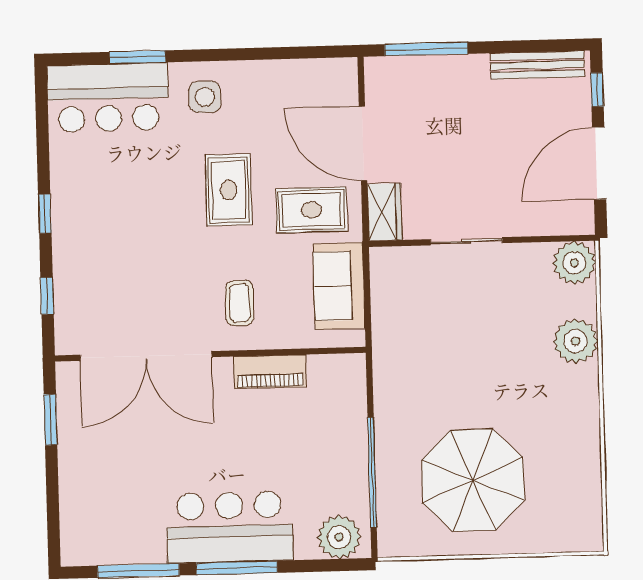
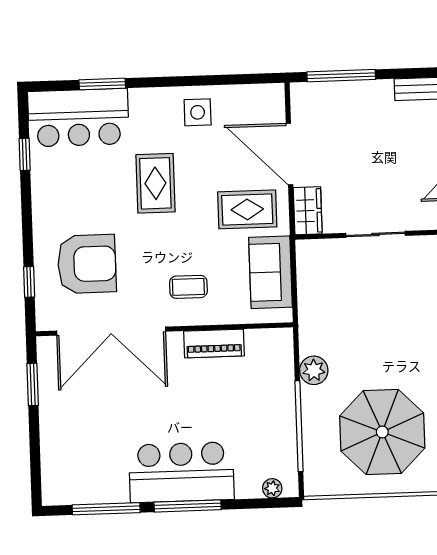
side table: (205, 97) -> (198, 112), moved
rug: (229, 190) -> (155, 183), moved
window: (45, 214) -> (25, 154), moved
armchair: (117, 274) -> (87, 264), added
coffee table: (240, 303) -> (188, 287), turned 90
plant: (391, 405) -> (314, 370), added
plant: (339, 537) -> (272, 488), width x0.53, depth x0.53

